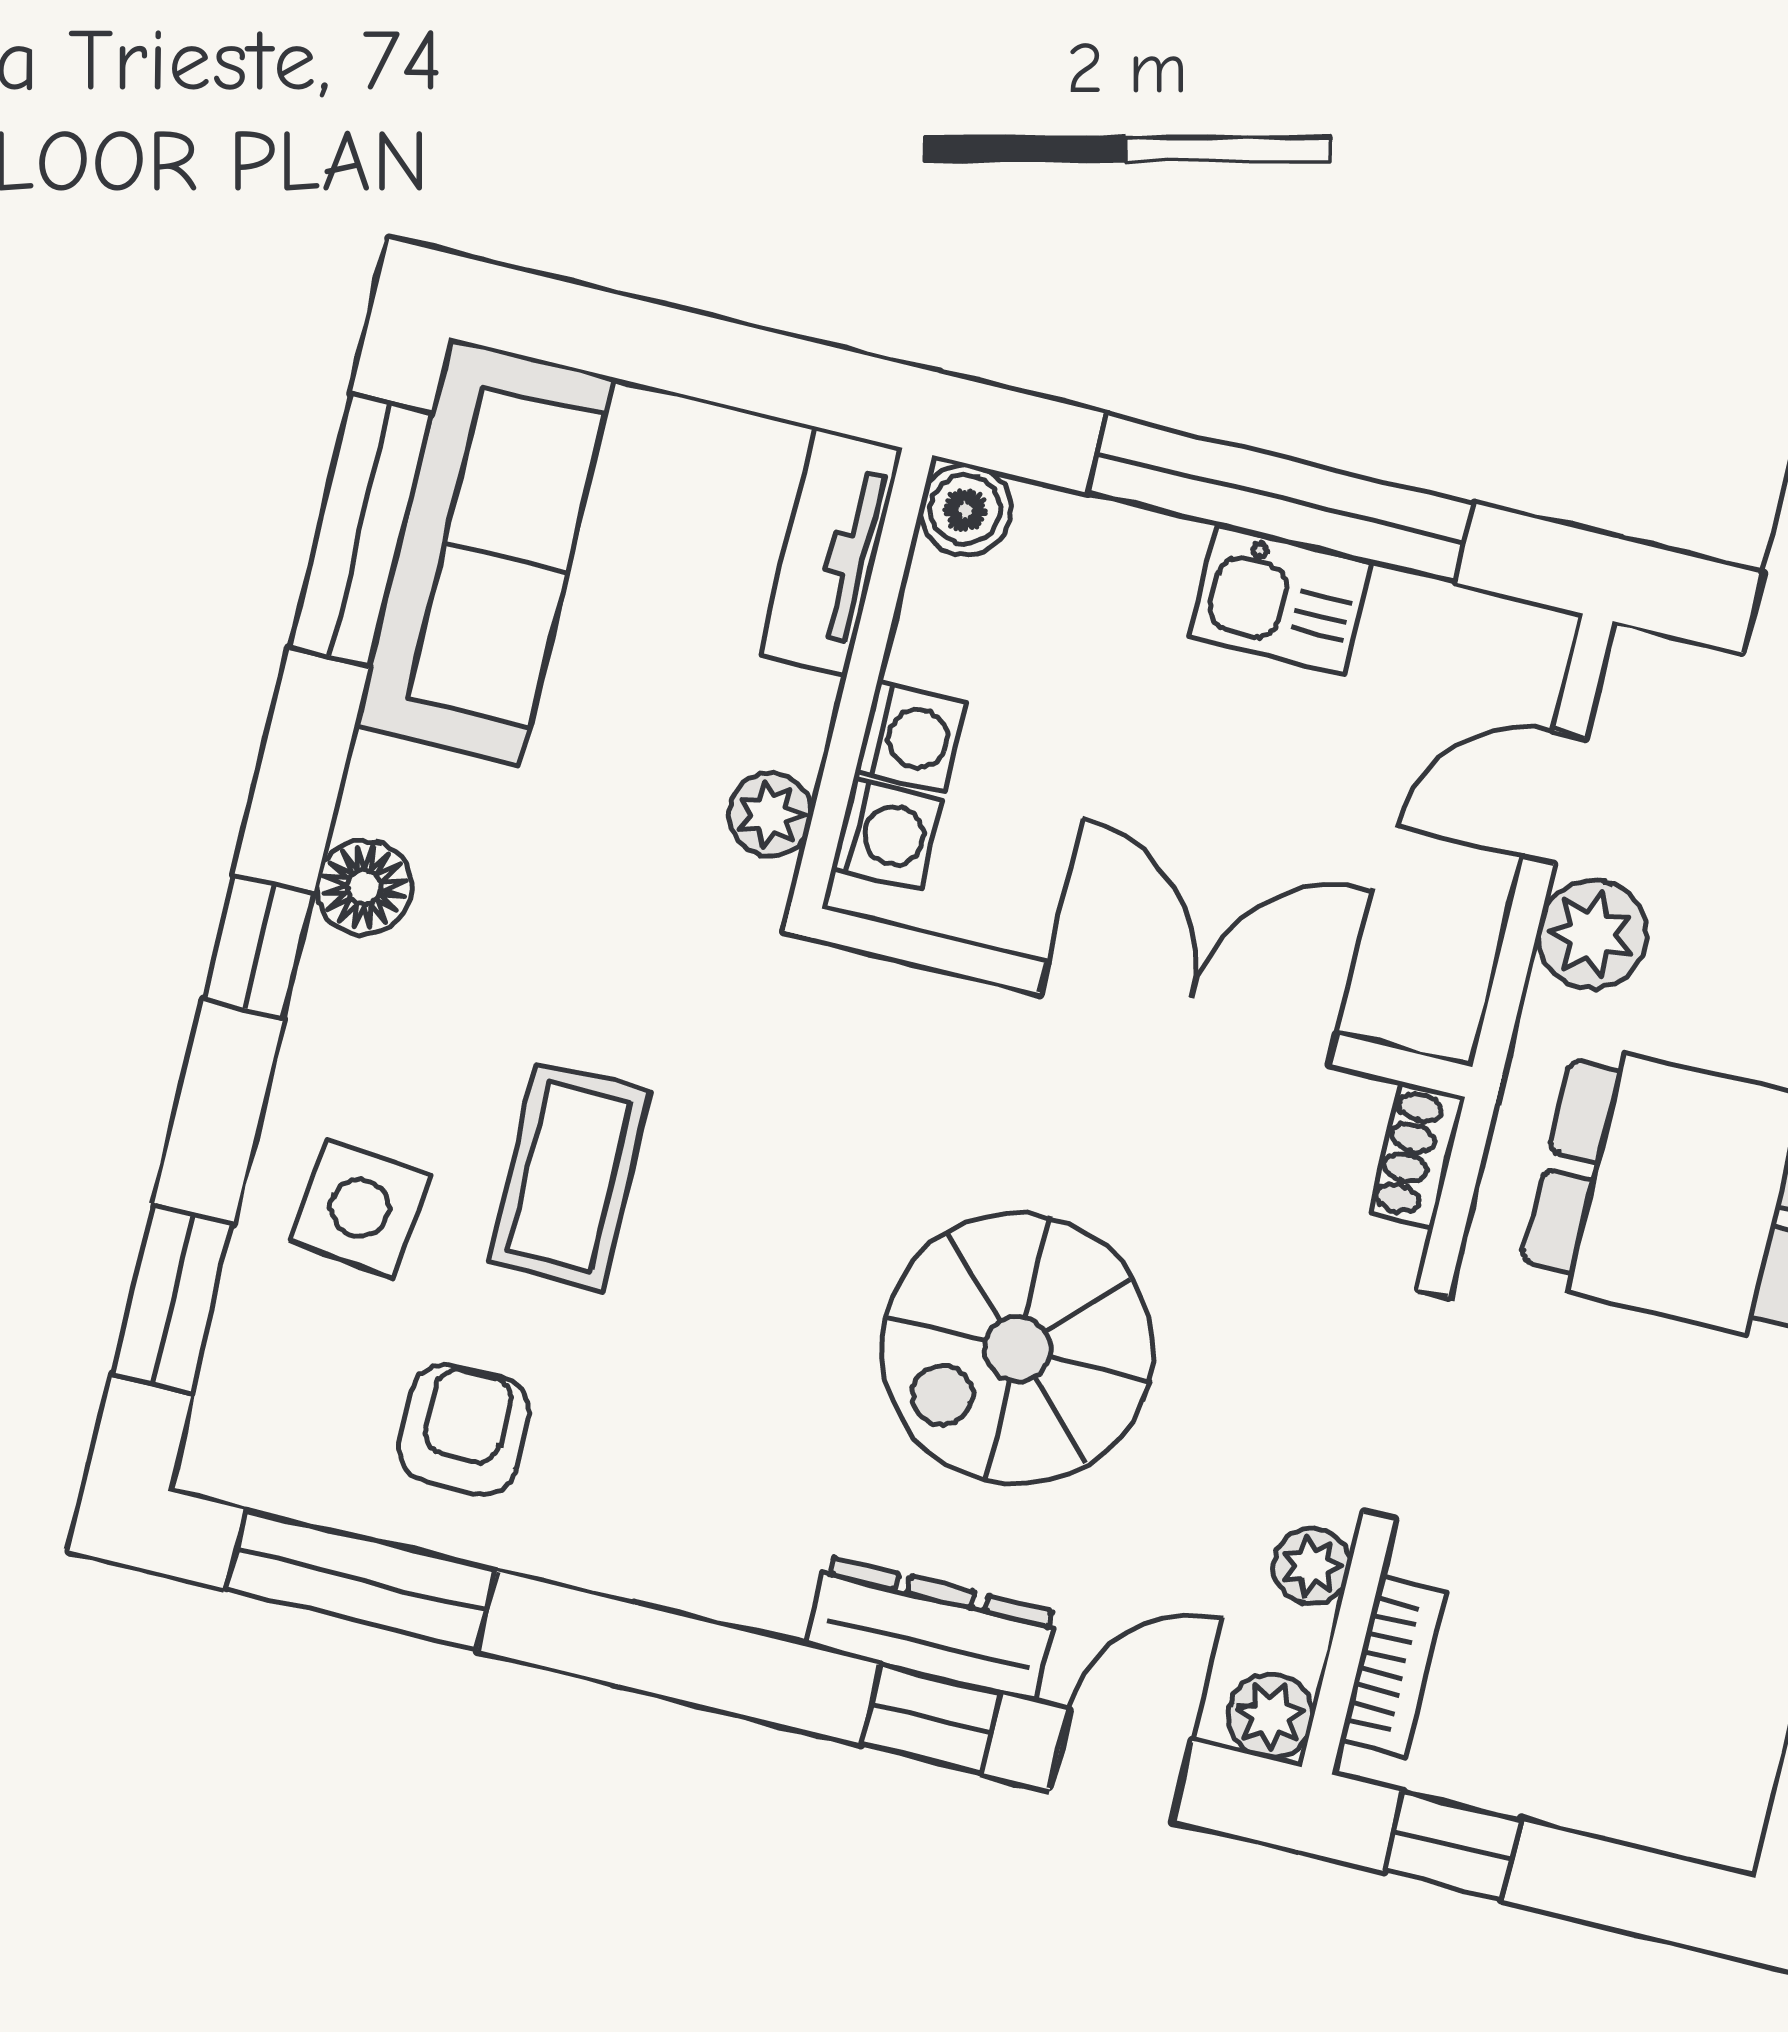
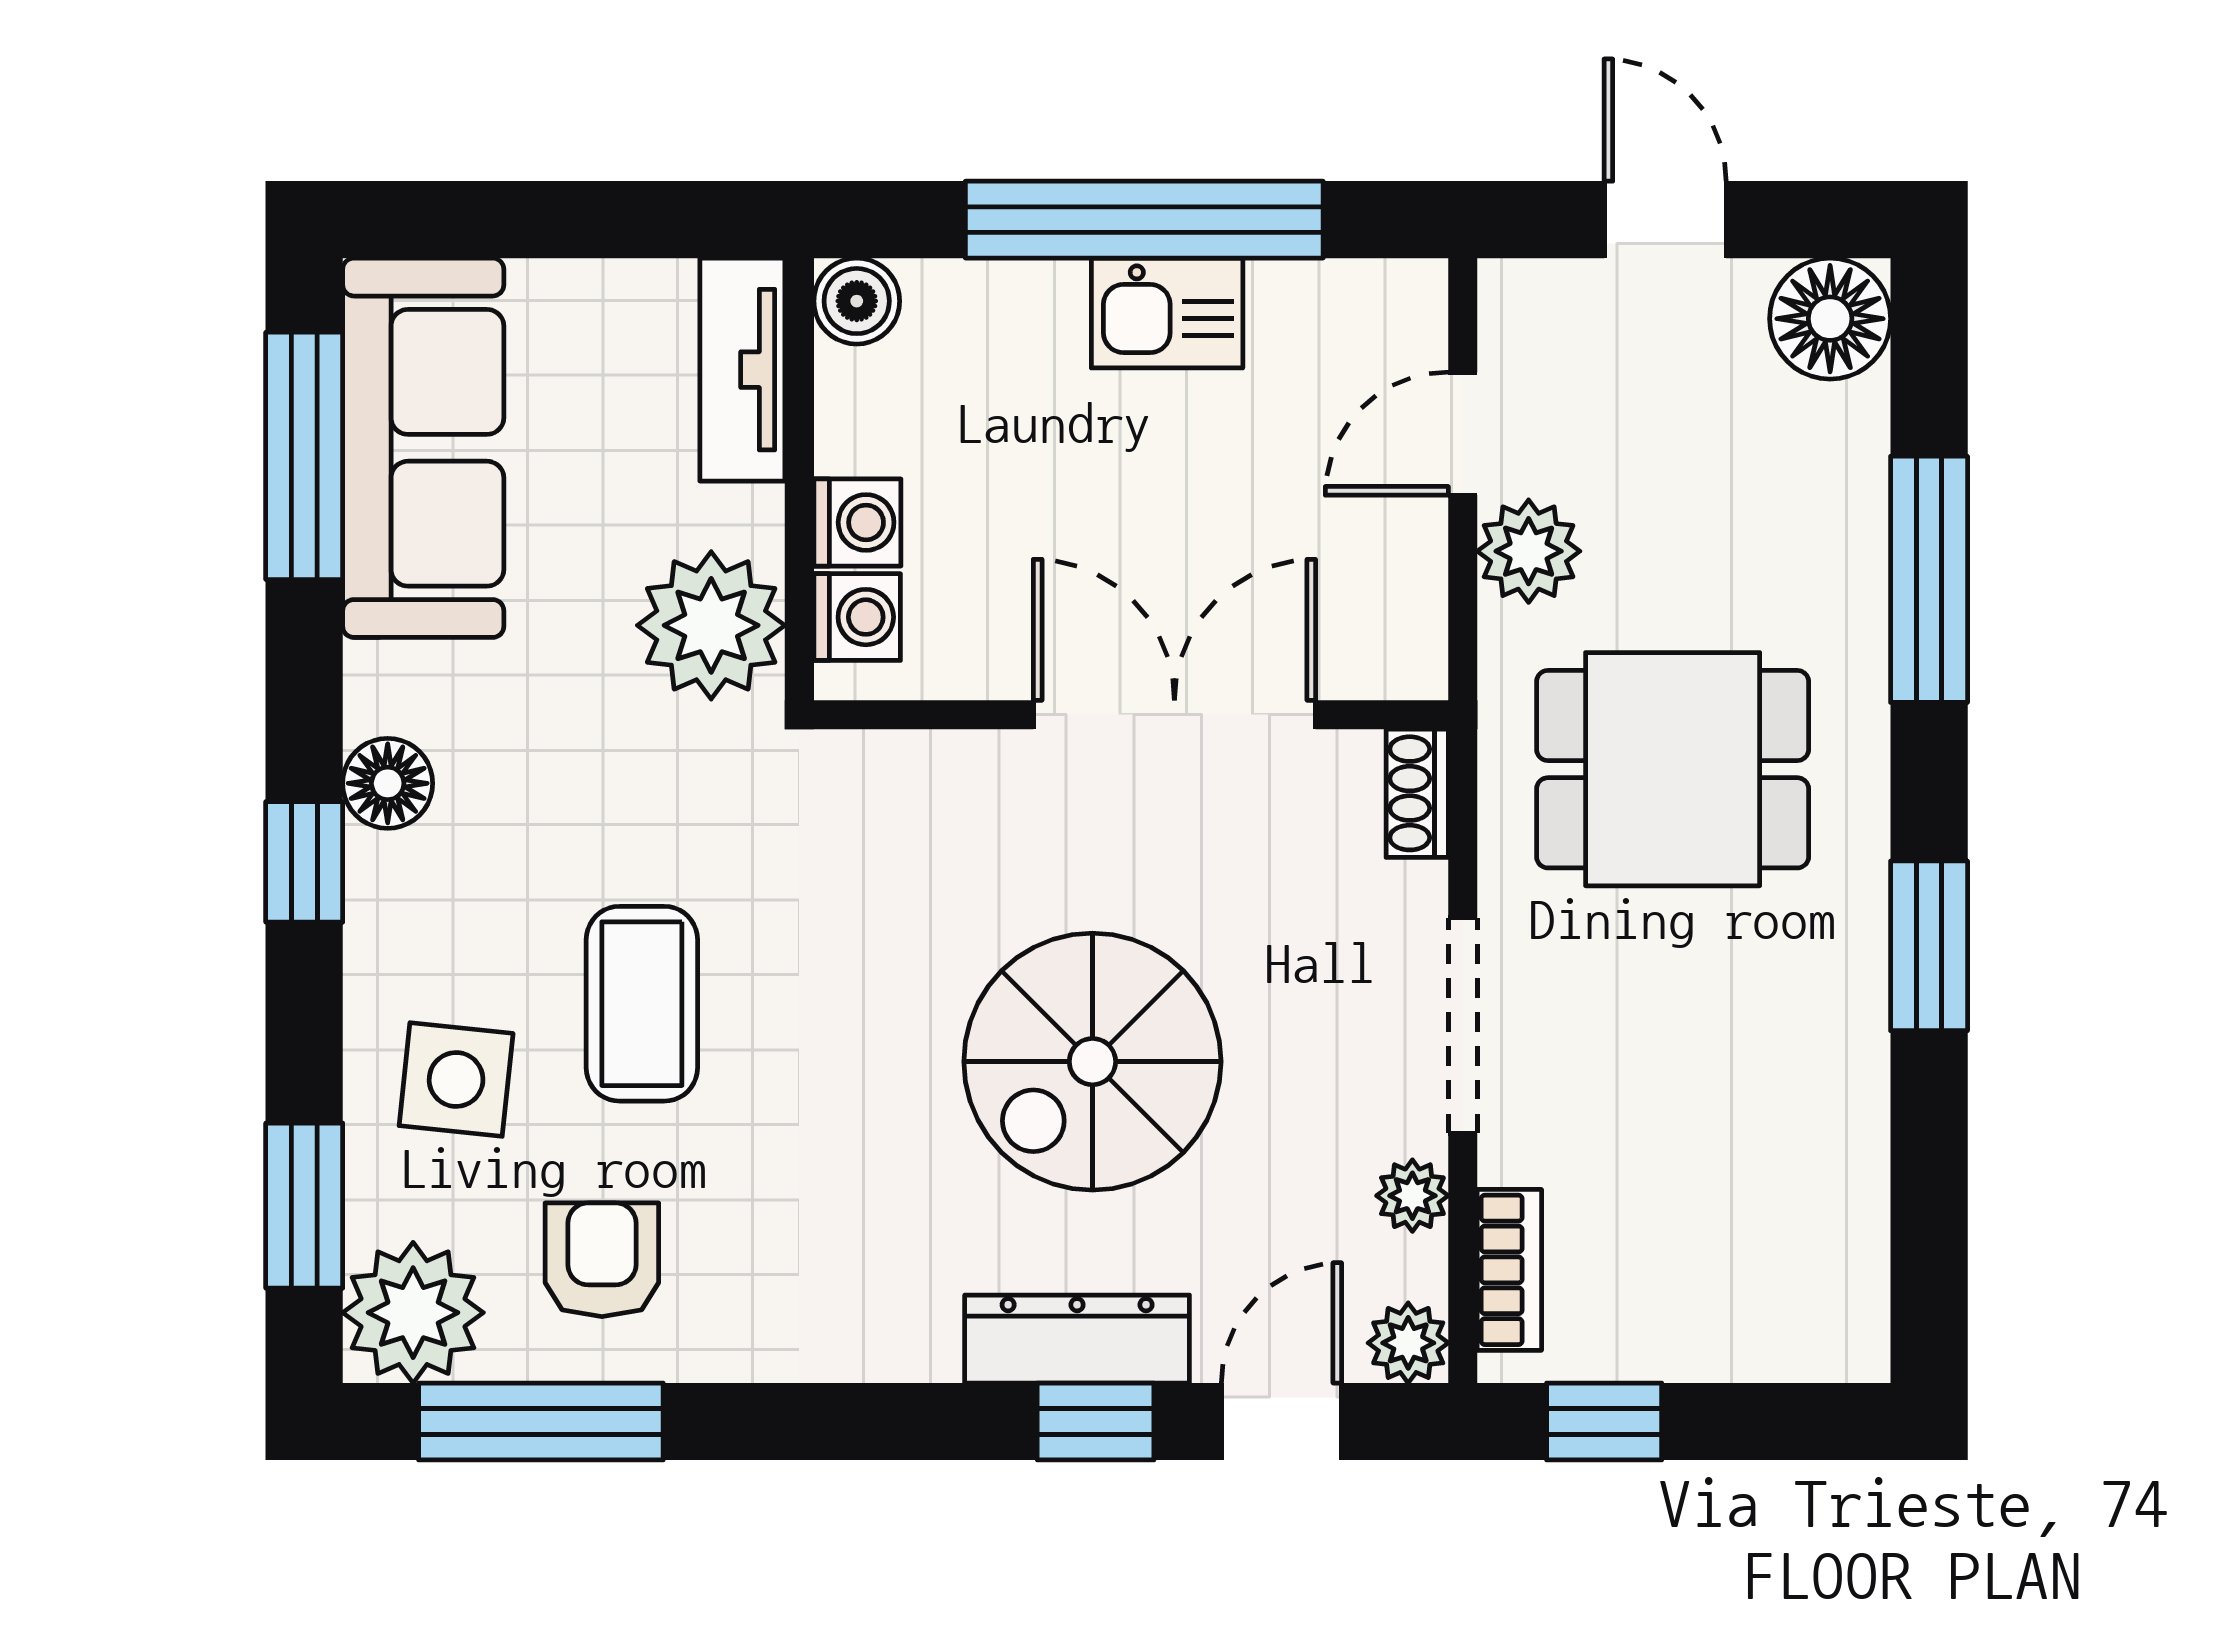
plant: (770, 815) -> (711, 625), width x1.87, depth x1.87
plant: (258, 1436) -> (413, 1313), added

